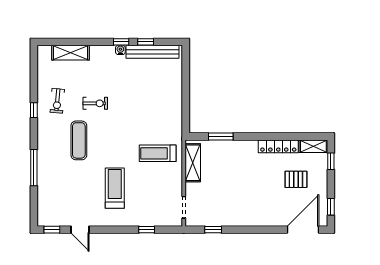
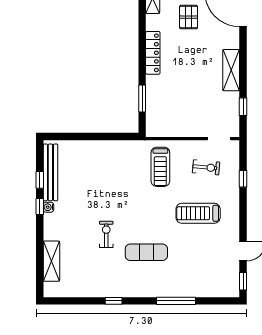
exercise bike: (57, 101) -> (206, 167), moved
locker: (278, 146) -> (153, 53), moved
shelving: (193, 163) -> (231, 70), moved, turned 90

